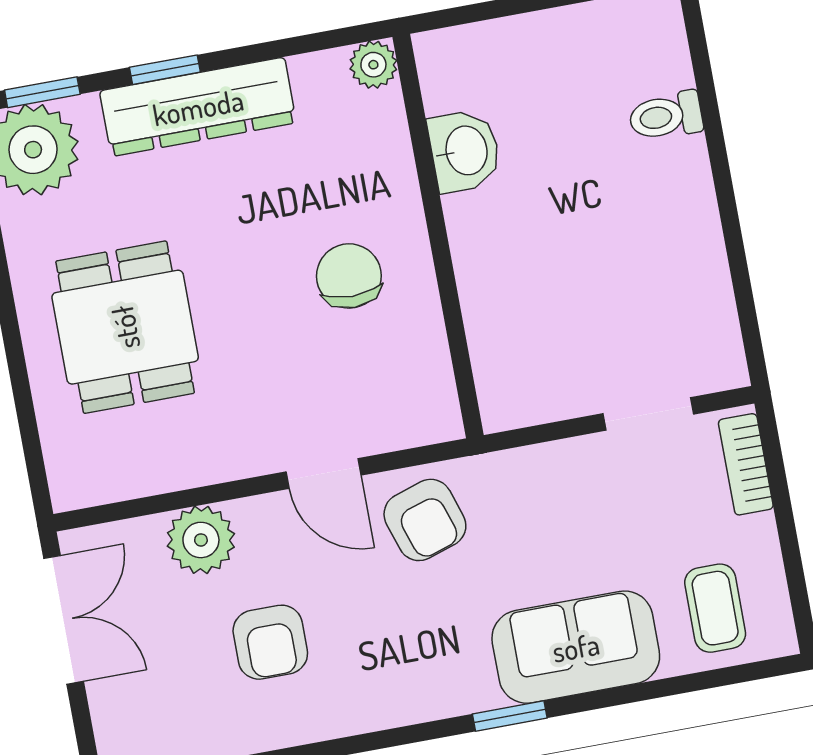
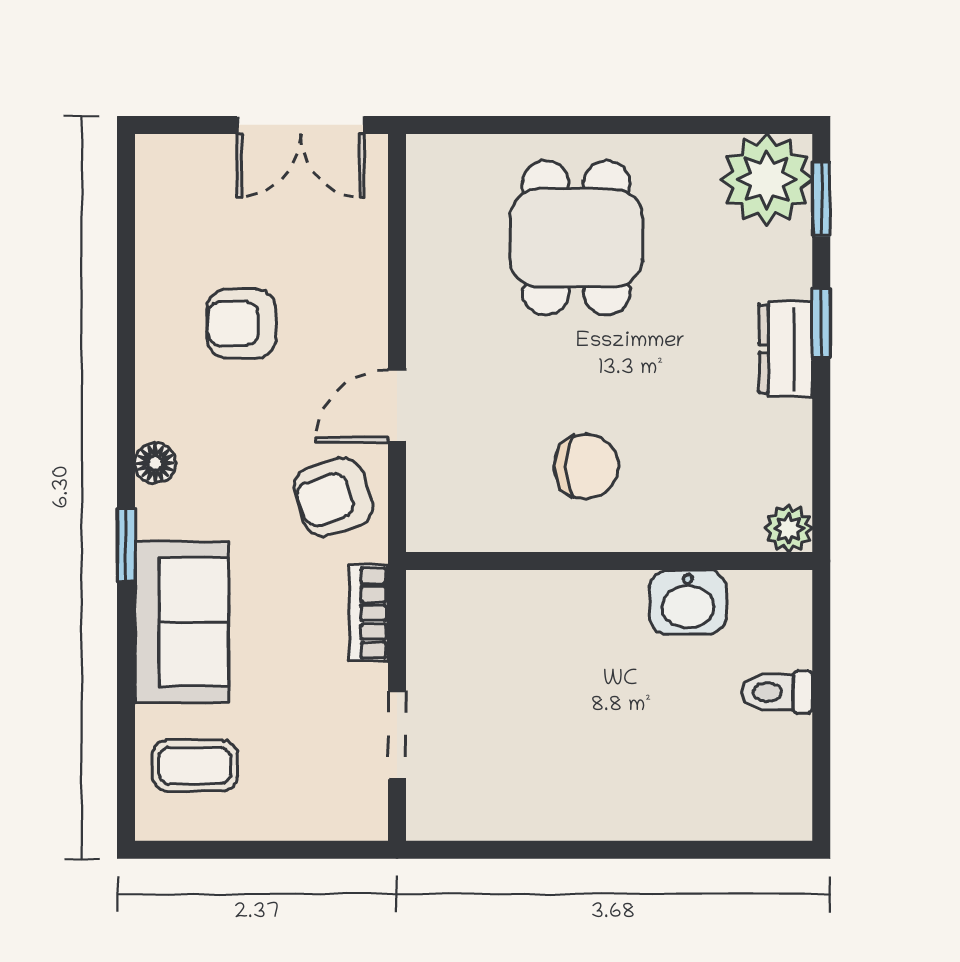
dresser: (198, 107) -> (786, 349), width x0.51, depth x0.80
toilet: (666, 116) -> (777, 692), moved, turned -90
dining table: (125, 327) -> (576, 238), turned 90
bookcase: (746, 464) -> (369, 613), moved, turned -90
plant: (201, 540) -> (354, 274), removed
floor lamp: (424, 702) -> (155, 463), added

